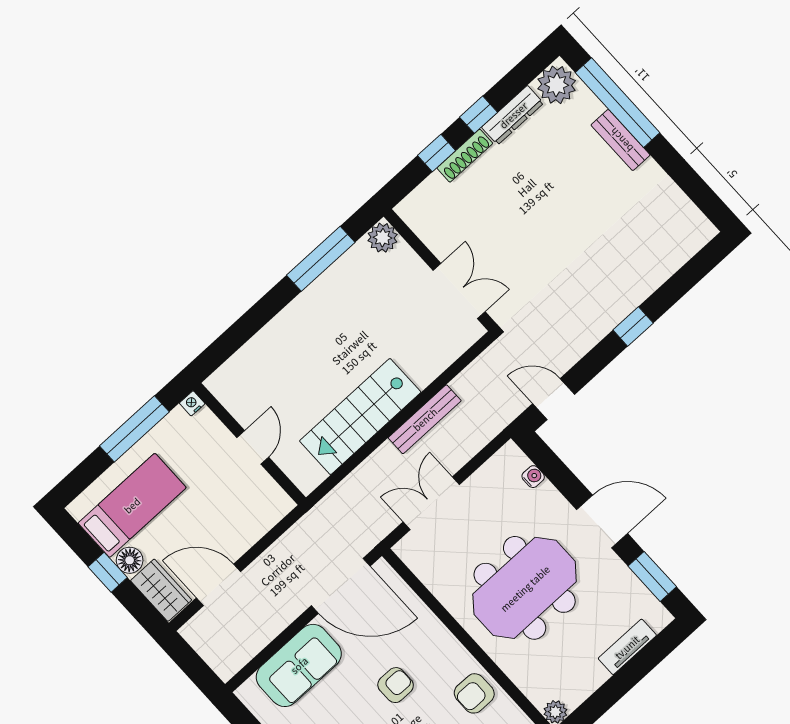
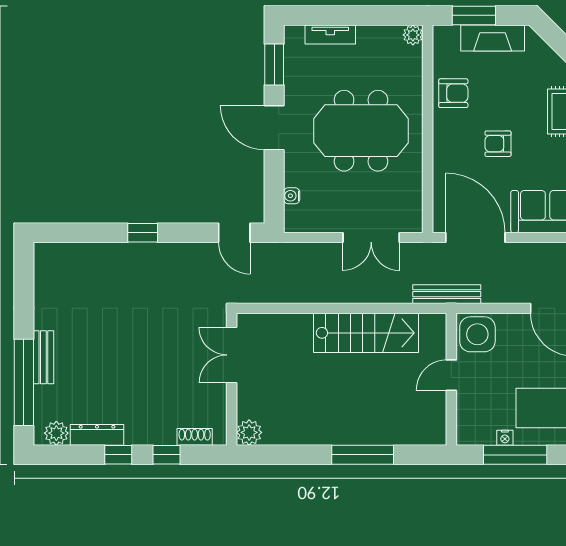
plant: (557, 85) -> (56, 433), width x0.73, depth x0.73
shoe rack: (465, 156) -> (195, 437), moved, width x0.70
window: (321, 259) -> (363, 455), moved
nightstand: (192, 403) -> (505, 438), moved
bench: (425, 419) -> (447, 294), moved
side table: (262, 503) -> (477, 334), added

